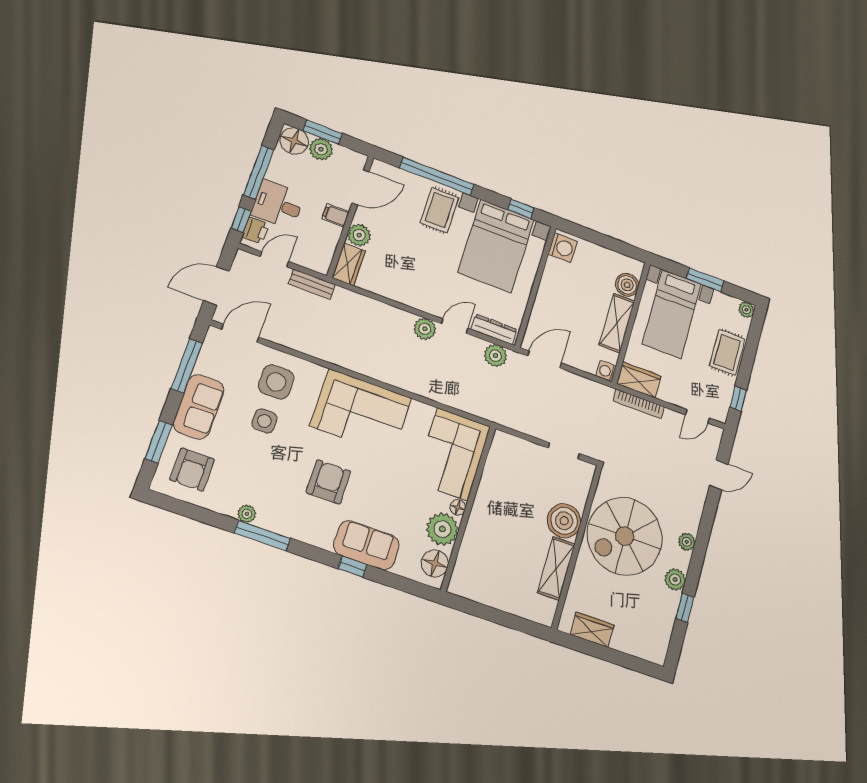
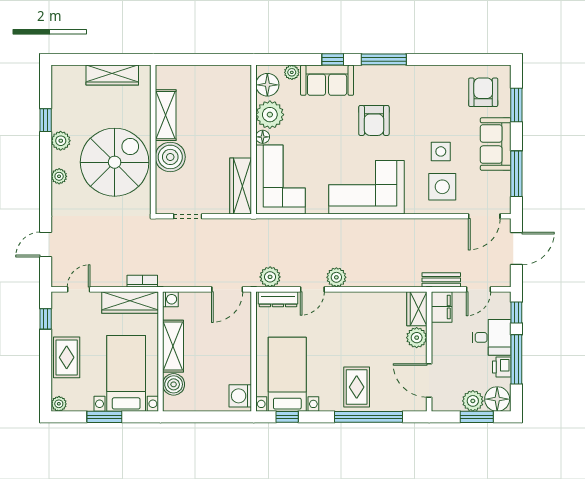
door: (361, 187) -> (429, 380), hinge flipped
filing cabinet: (336, 215) -> (442, 307), moved, width x2.00
printer: (256, 230) -> (502, 367), moved
bed with nightstands: (496, 246) -> (287, 374), width x0.73
wardrobe: (639, 380) -> (130, 302), width x1.50
bookcase: (639, 404) -> (142, 281), width x0.64
wardrobe: (498, 463) -> (241, 186), added
plant: (247, 514) -> (292, 72), moved
window: (262, 536) -> (384, 59), moved
wardrobe: (592, 630) -> (112, 75), width x1.50

